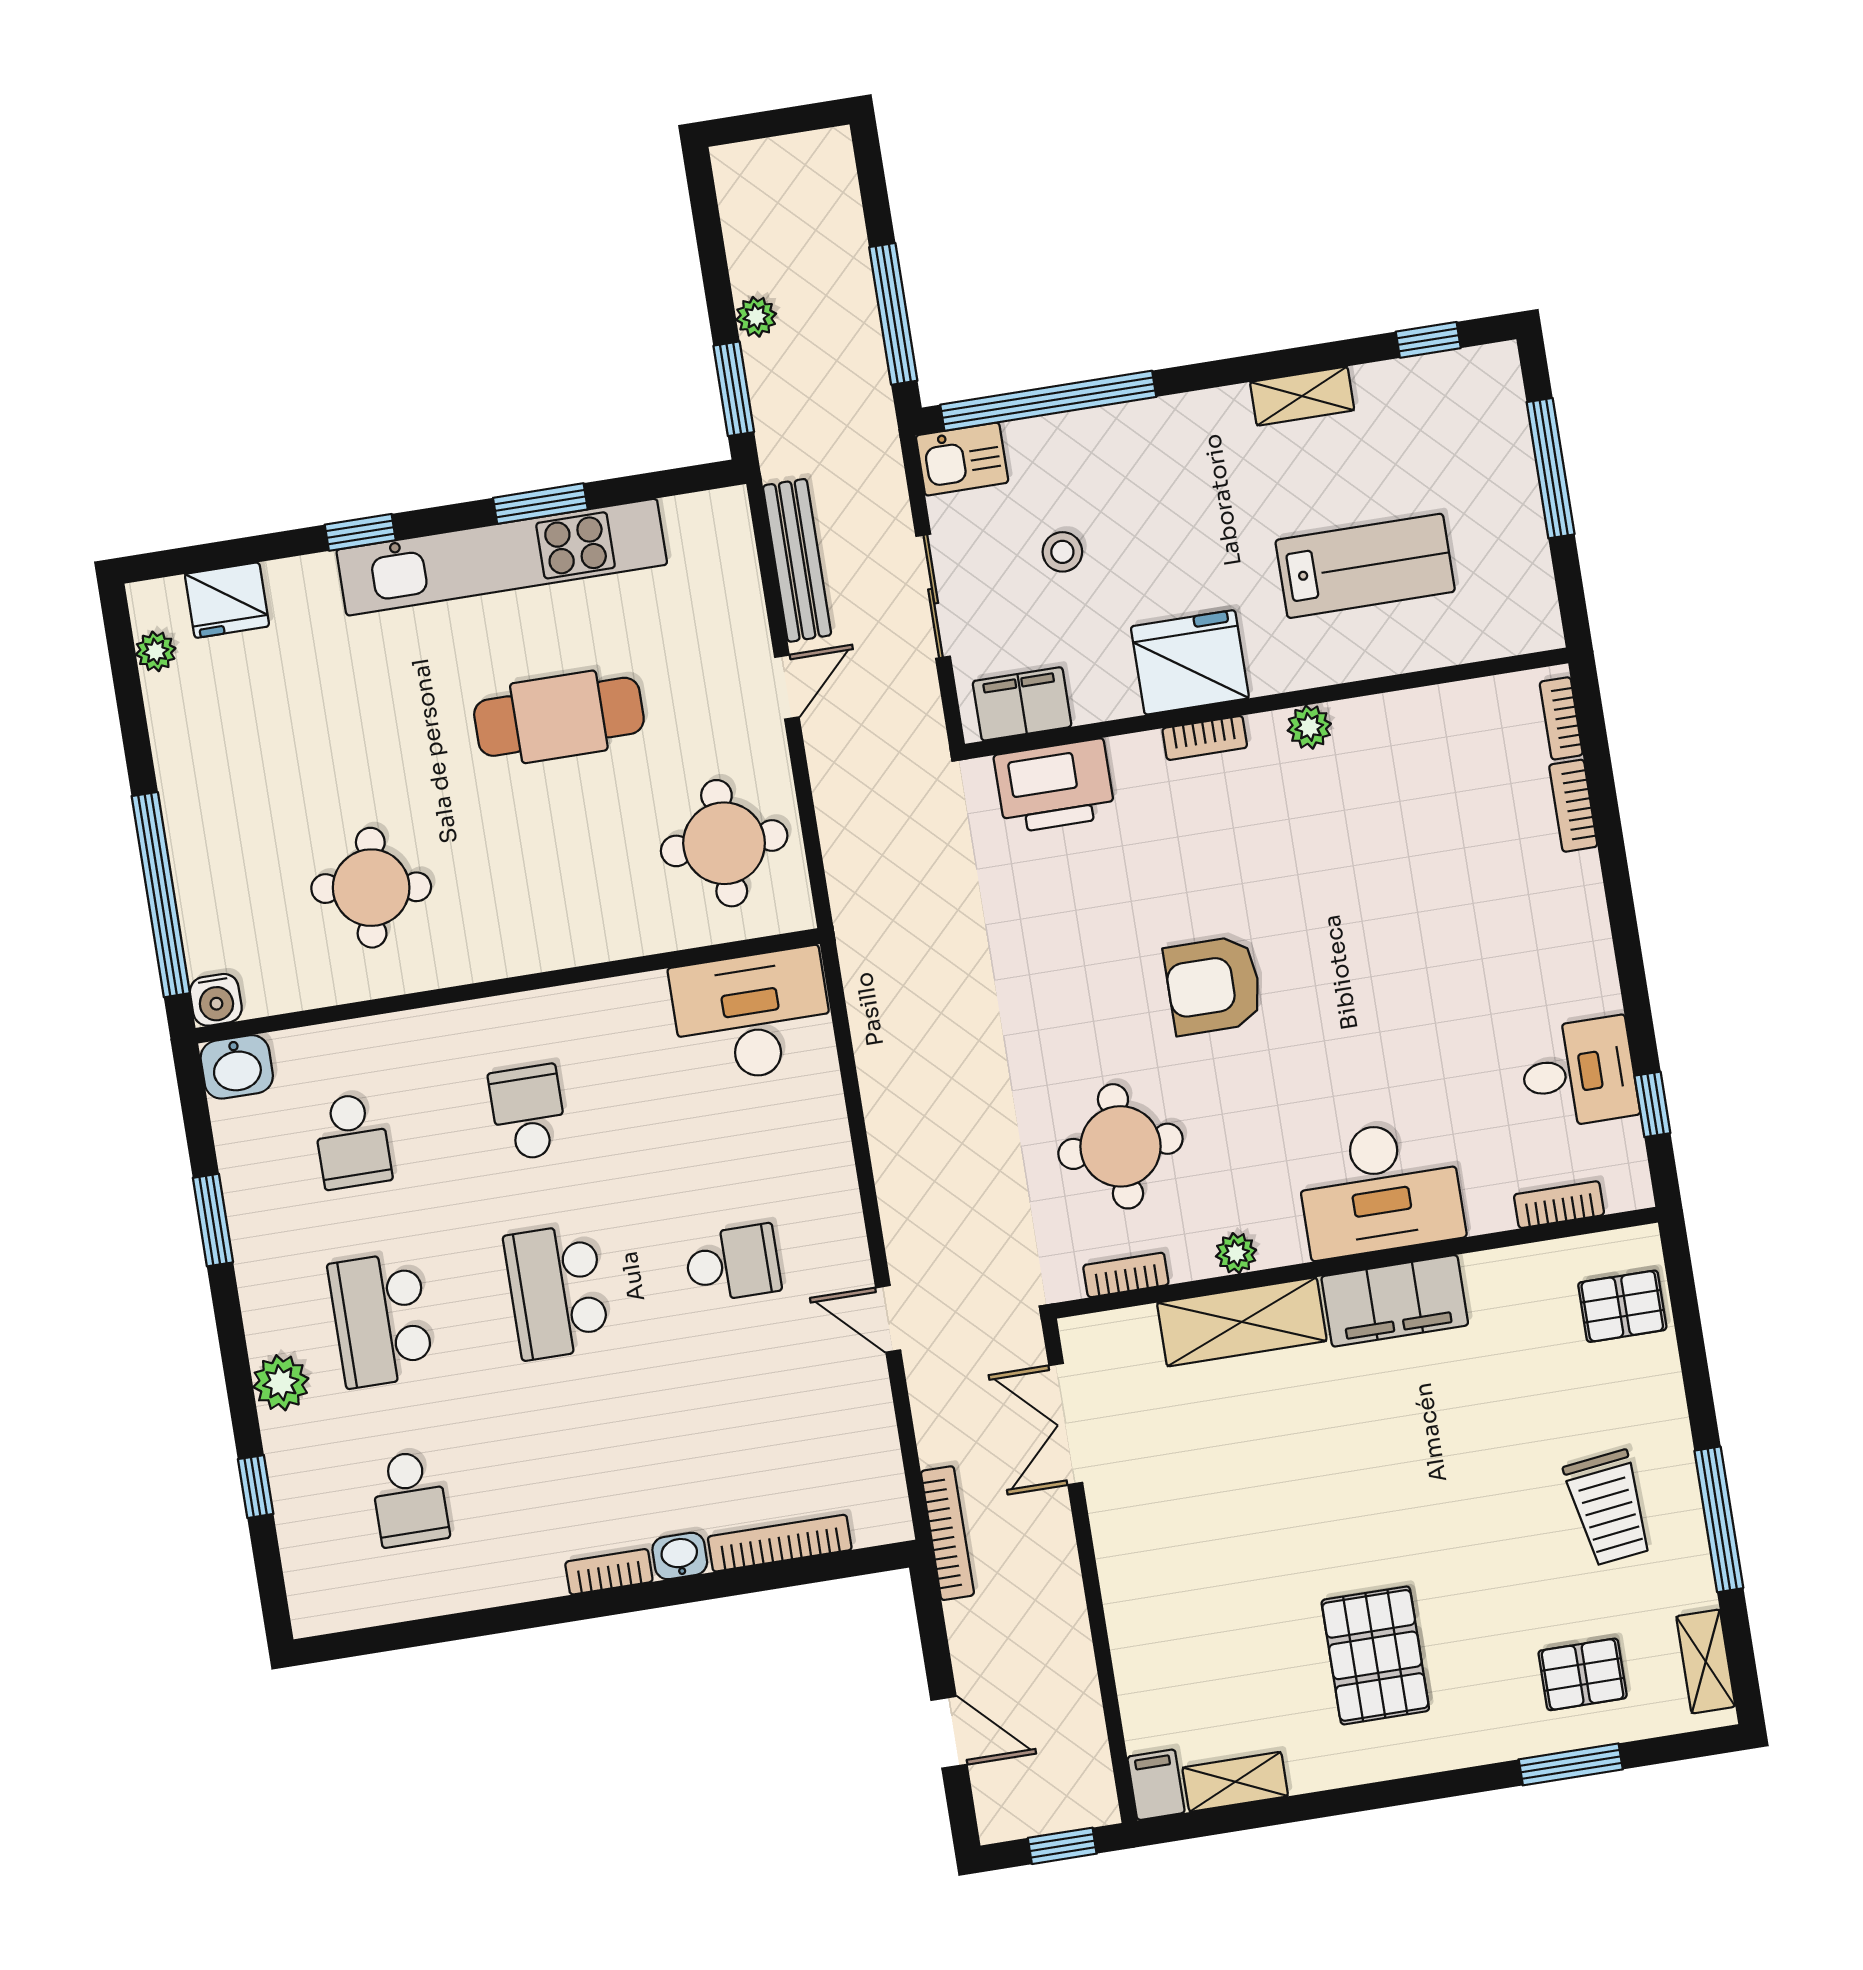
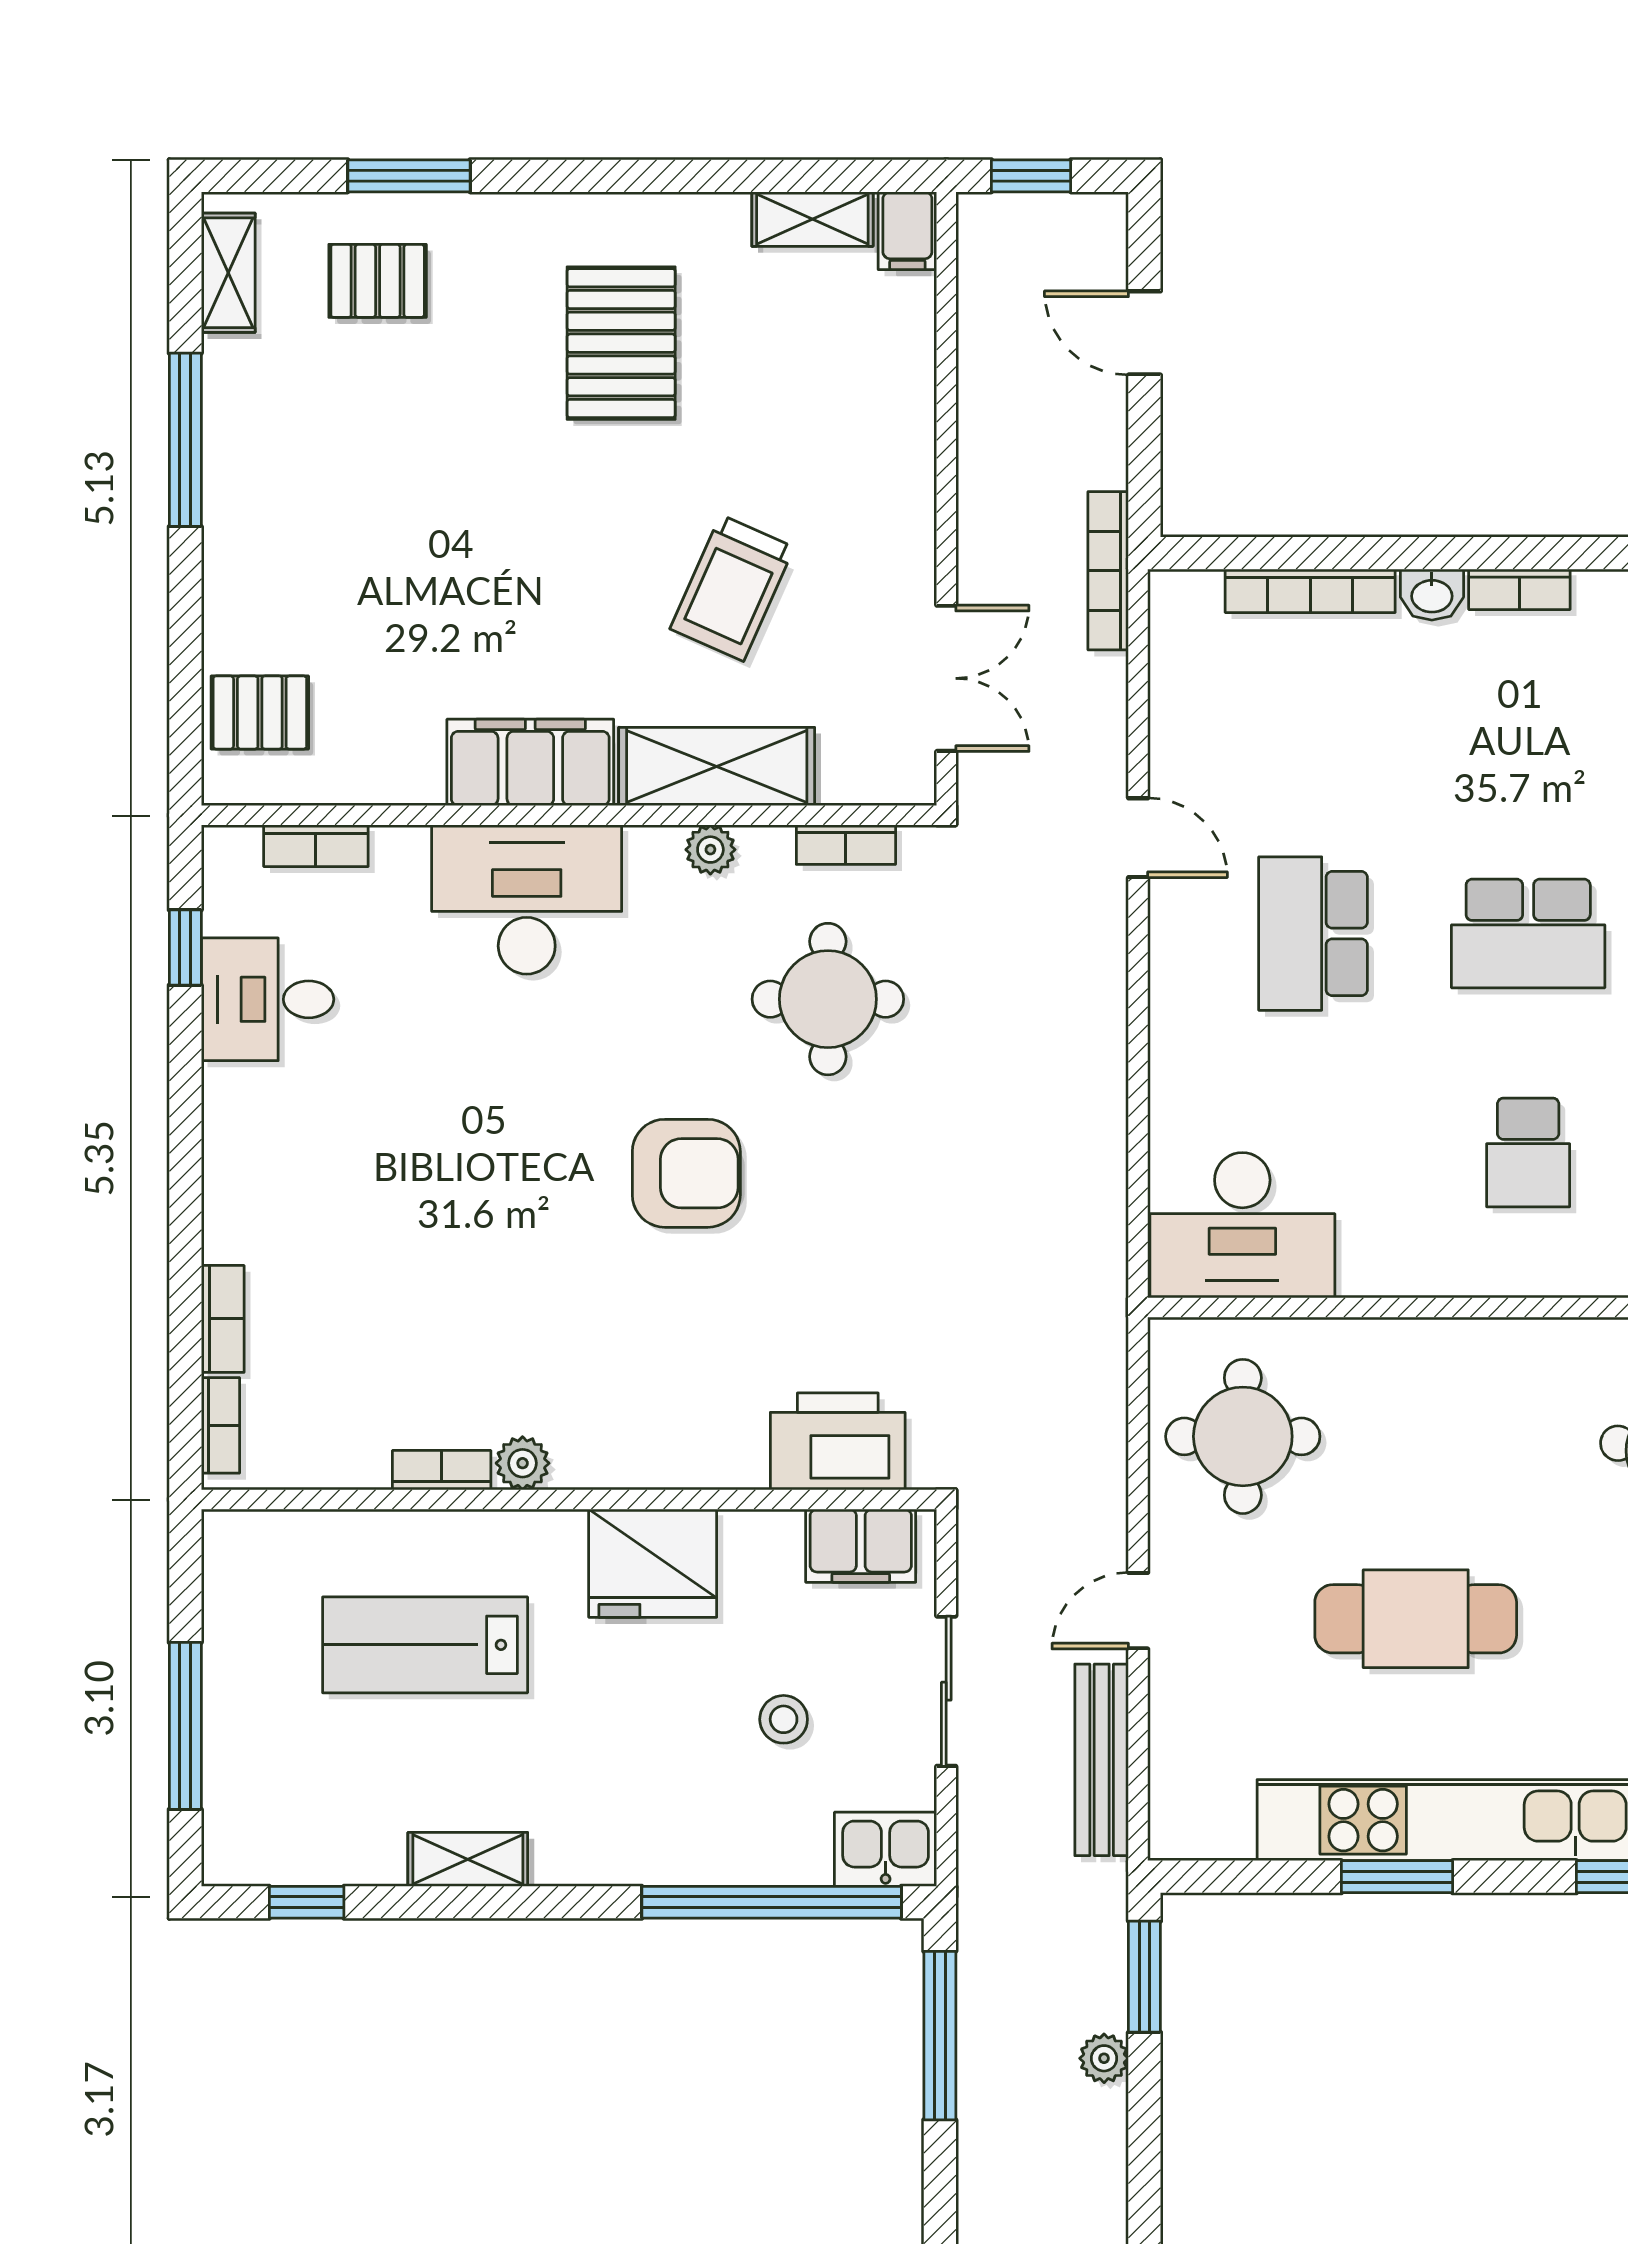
bookcase: (1205, 738) -> (442, 1470), moved
school desk: (733, 1263) -> (1313, 934), width x1.85
school desk: (557, 1292) -> (1528, 934), turned 90
trolley: (1609, 1508) -> (732, 588), moved, turned -149

